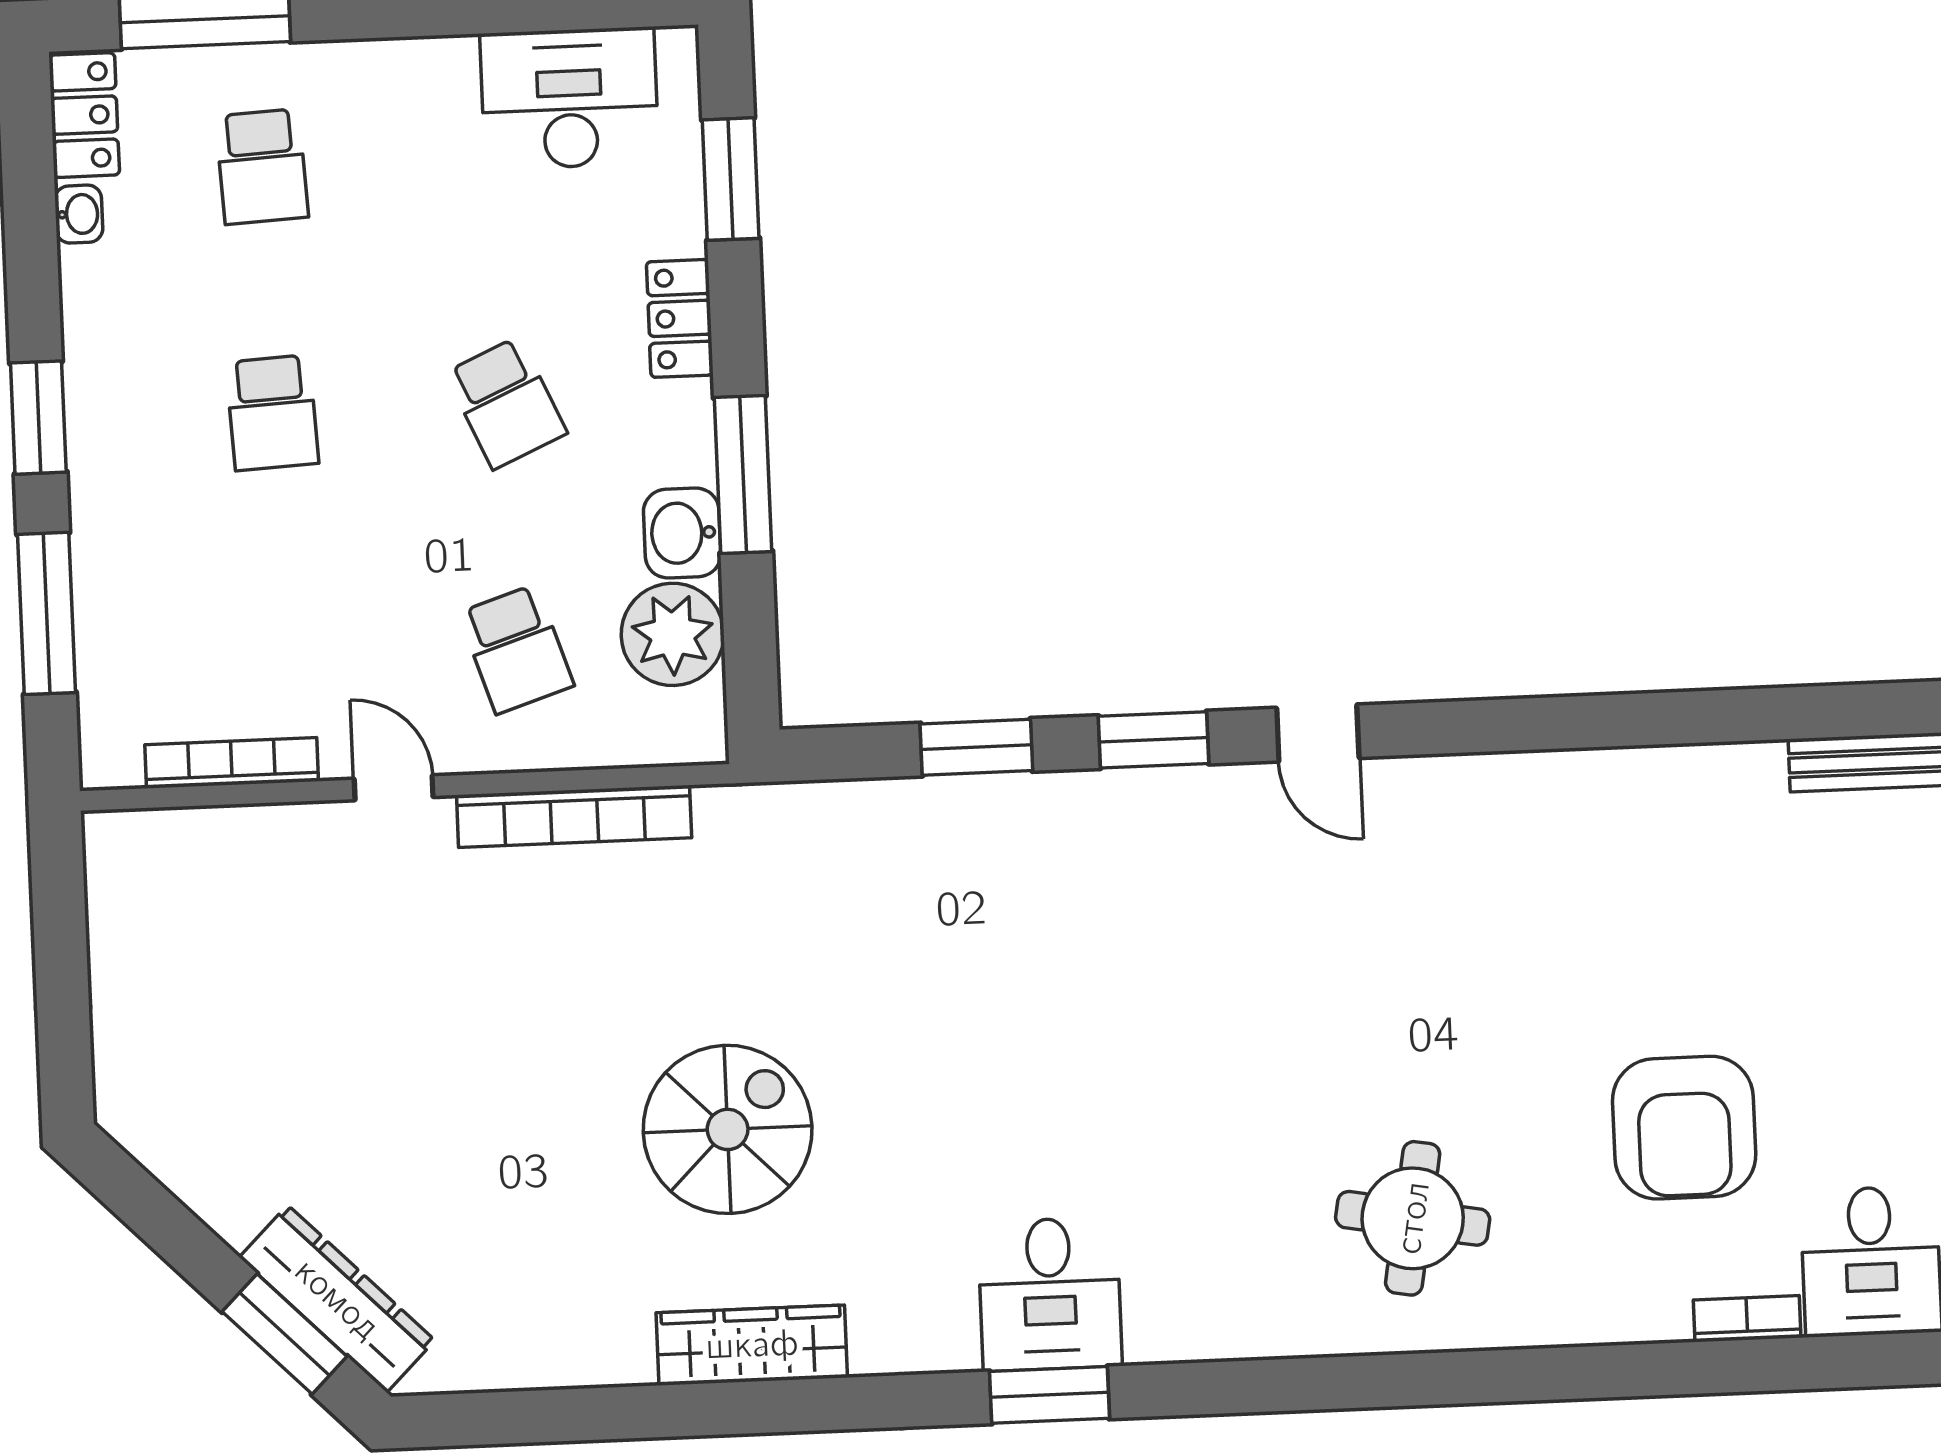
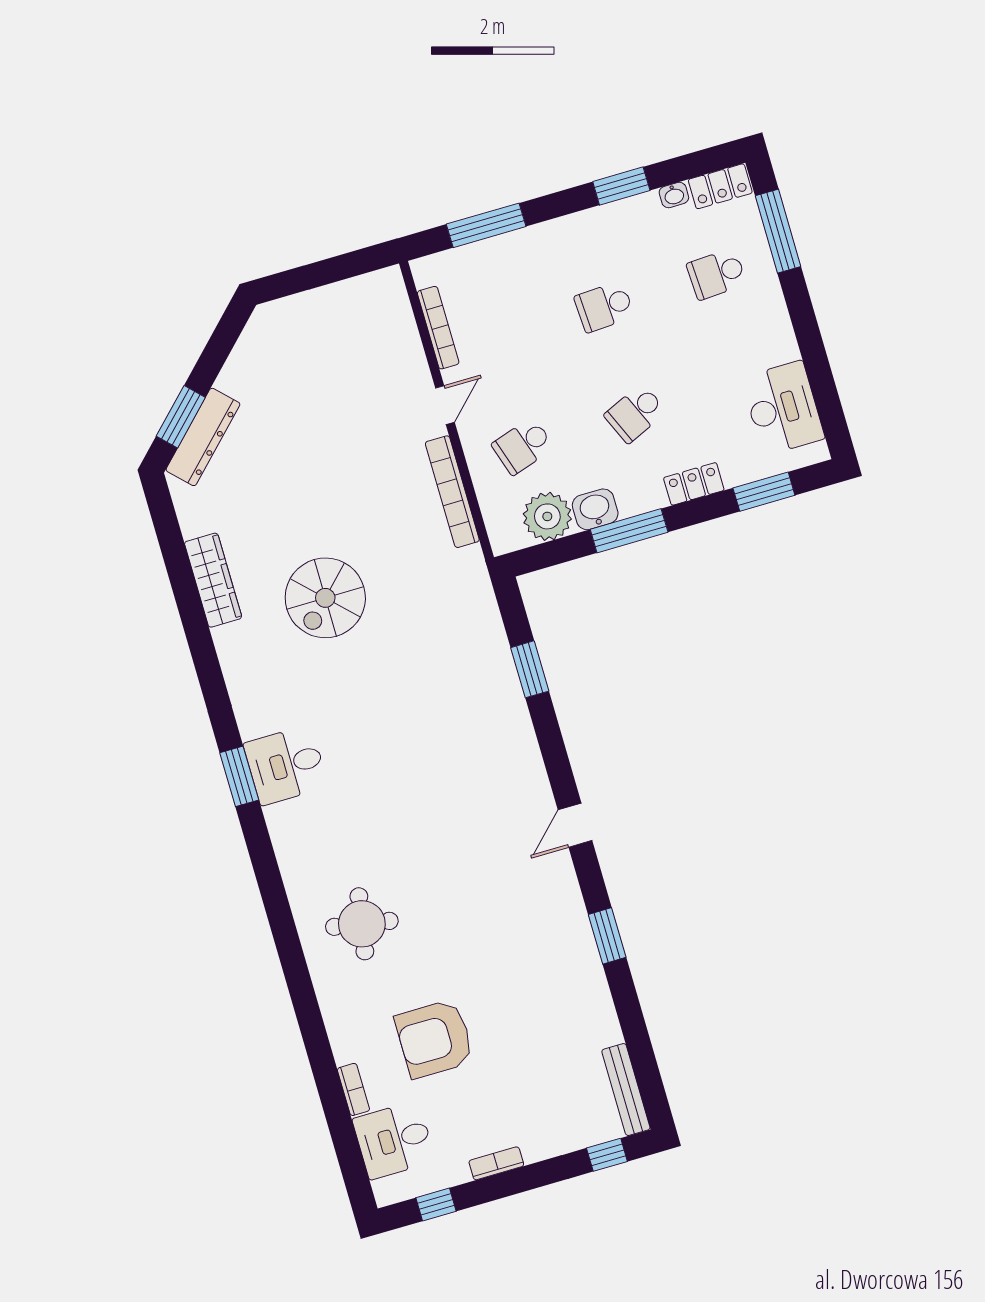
window: (38, 418) -> (621, 186), moved
window: (1154, 740) -> (607, 936), moved
spiral stairs: (728, 1129) -> (325, 598), turned 90
wardrobe: (752, 1345) -> (213, 580), moved

